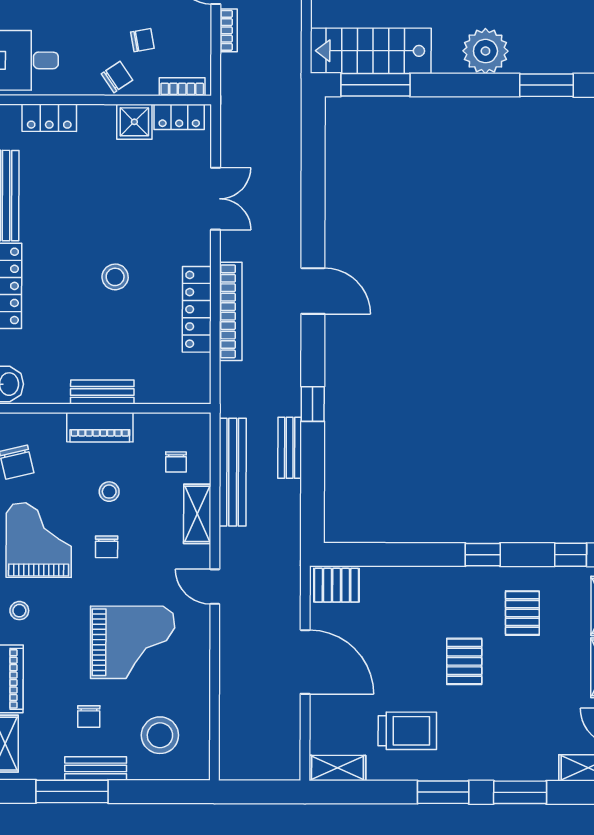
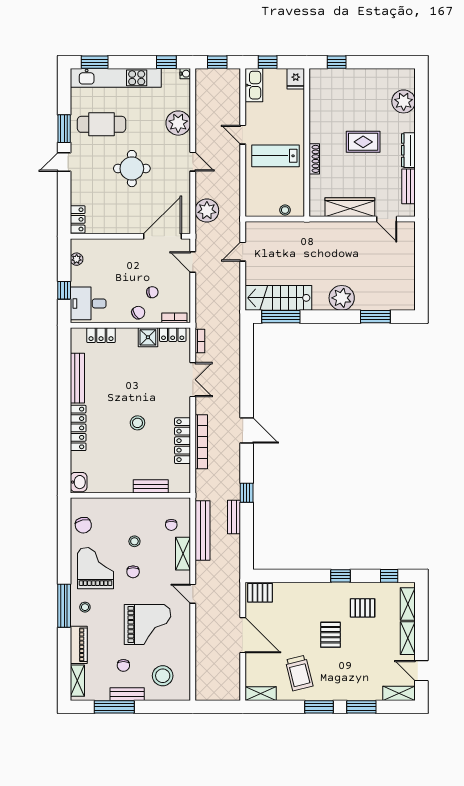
bookcase: (229, 30) -> (200, 341), moved
bench: (102, 392) -> (151, 486), moved
piano: (100, 427) -> (129, 506), removed
pallet: (522, 613) -> (363, 608), turned 90
trolley: (407, 731) -> (299, 673), turned 76

